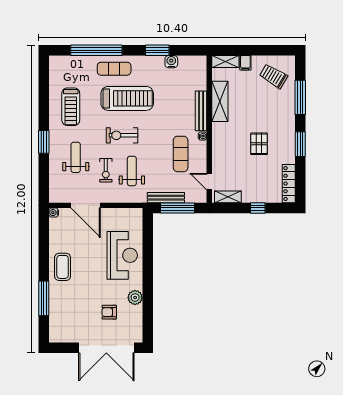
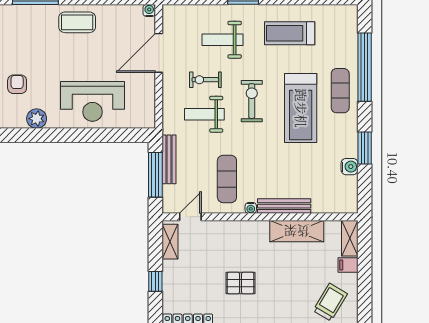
exercise mat: (181, 154) -> (227, 179), turned 90
weight bench: (76, 157) -> (222, 40), turned 180
weight bench: (132, 171) -> (204, 114), turned 180

